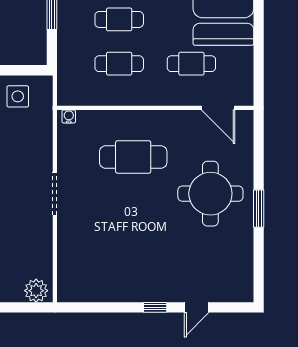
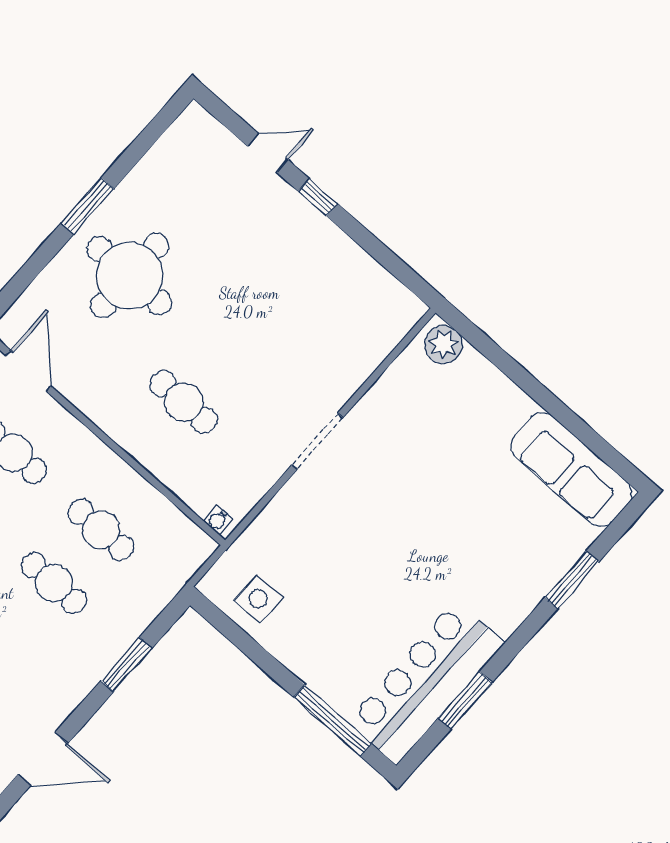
cafe table: (133, 157) -> (184, 402), width x0.73, depth x0.74

